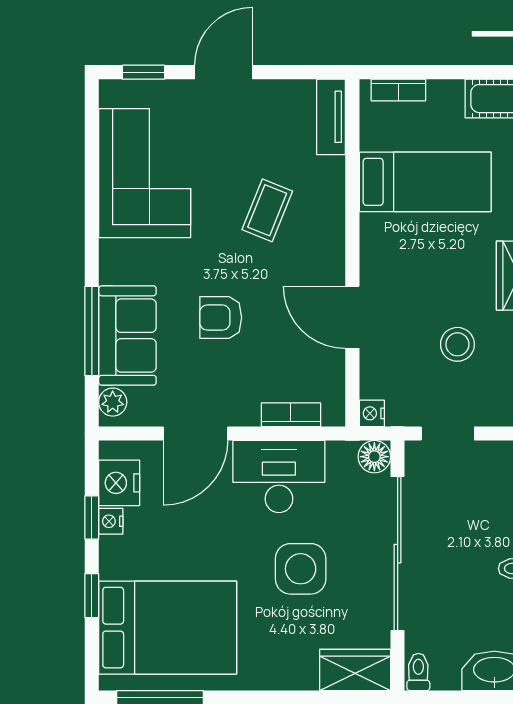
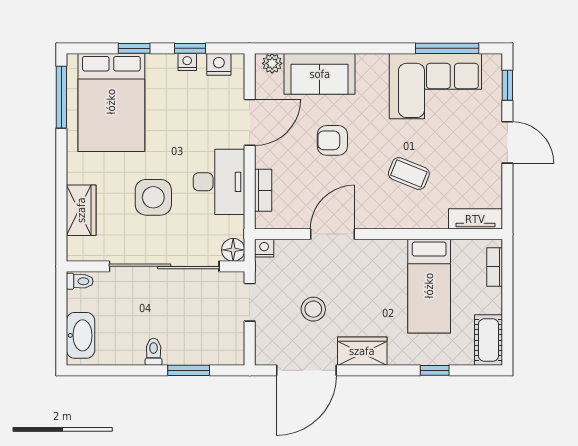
armchair: (221, 318) -> (332, 140), turned -90
window: (92, 331) -> (447, 48), moved
door: (195, 434) -> (250, 122), swing flipped
nightstand: (119, 483) -> (219, 64), width x0.74, depth x0.75
wardrobe: (355, 670) -> (81, 210), moved

